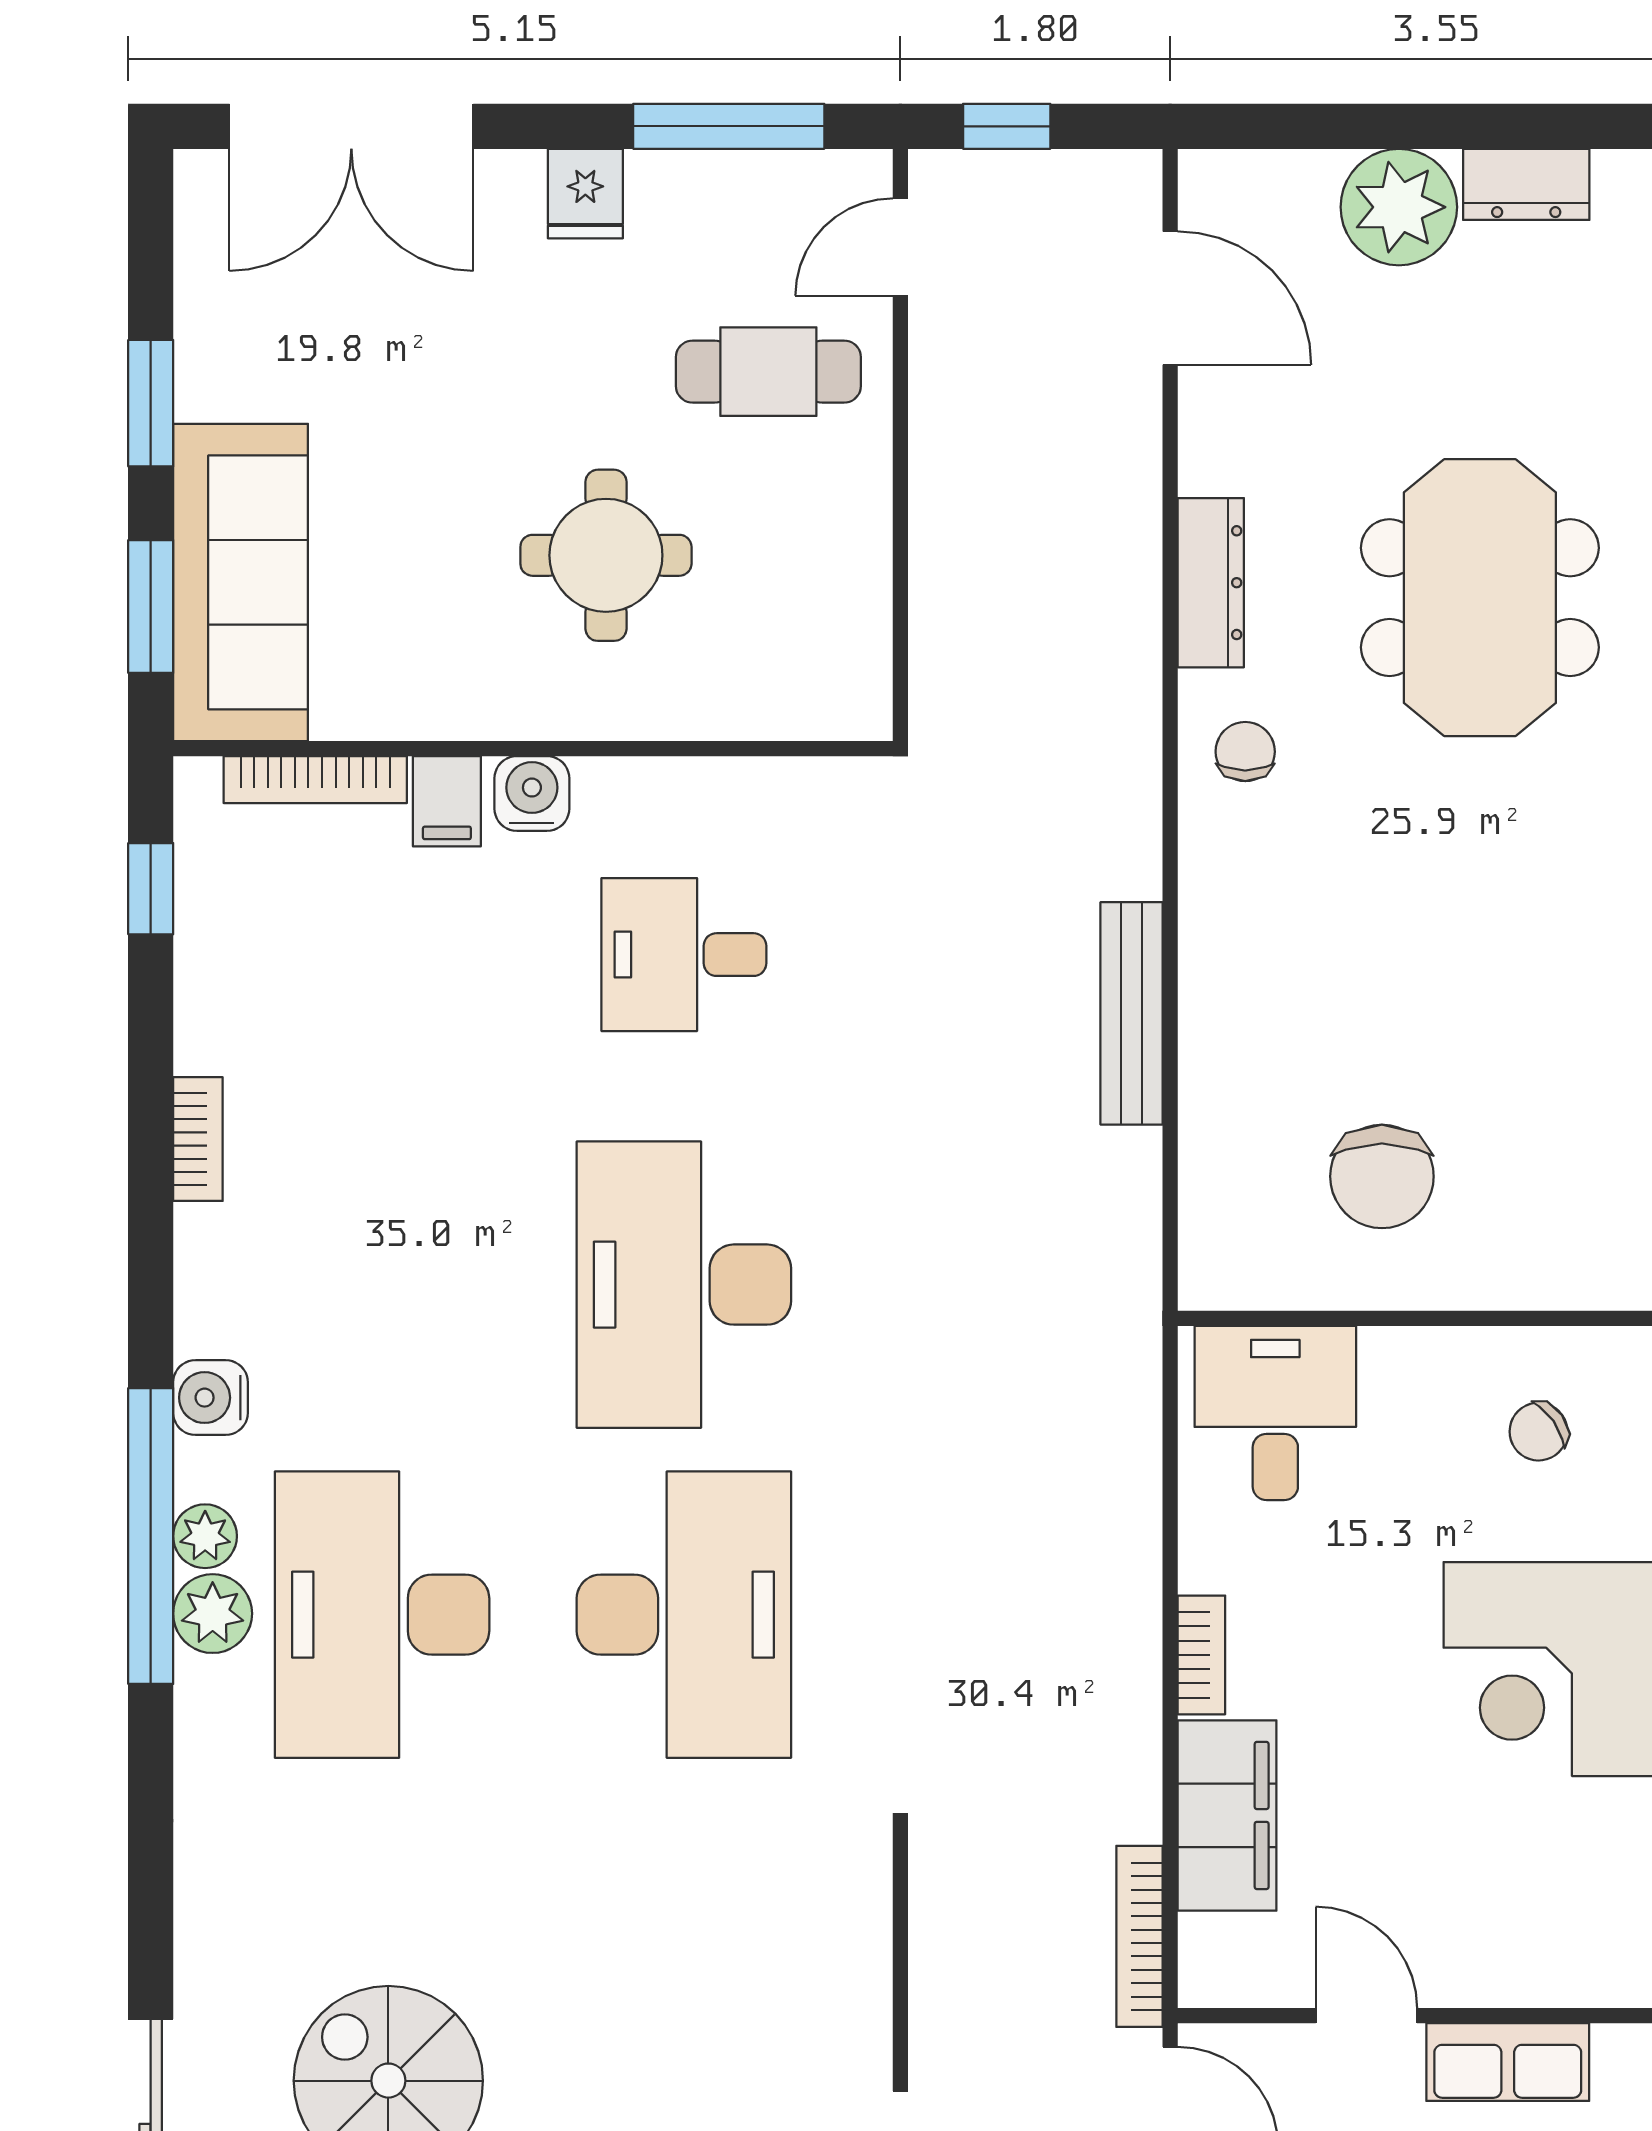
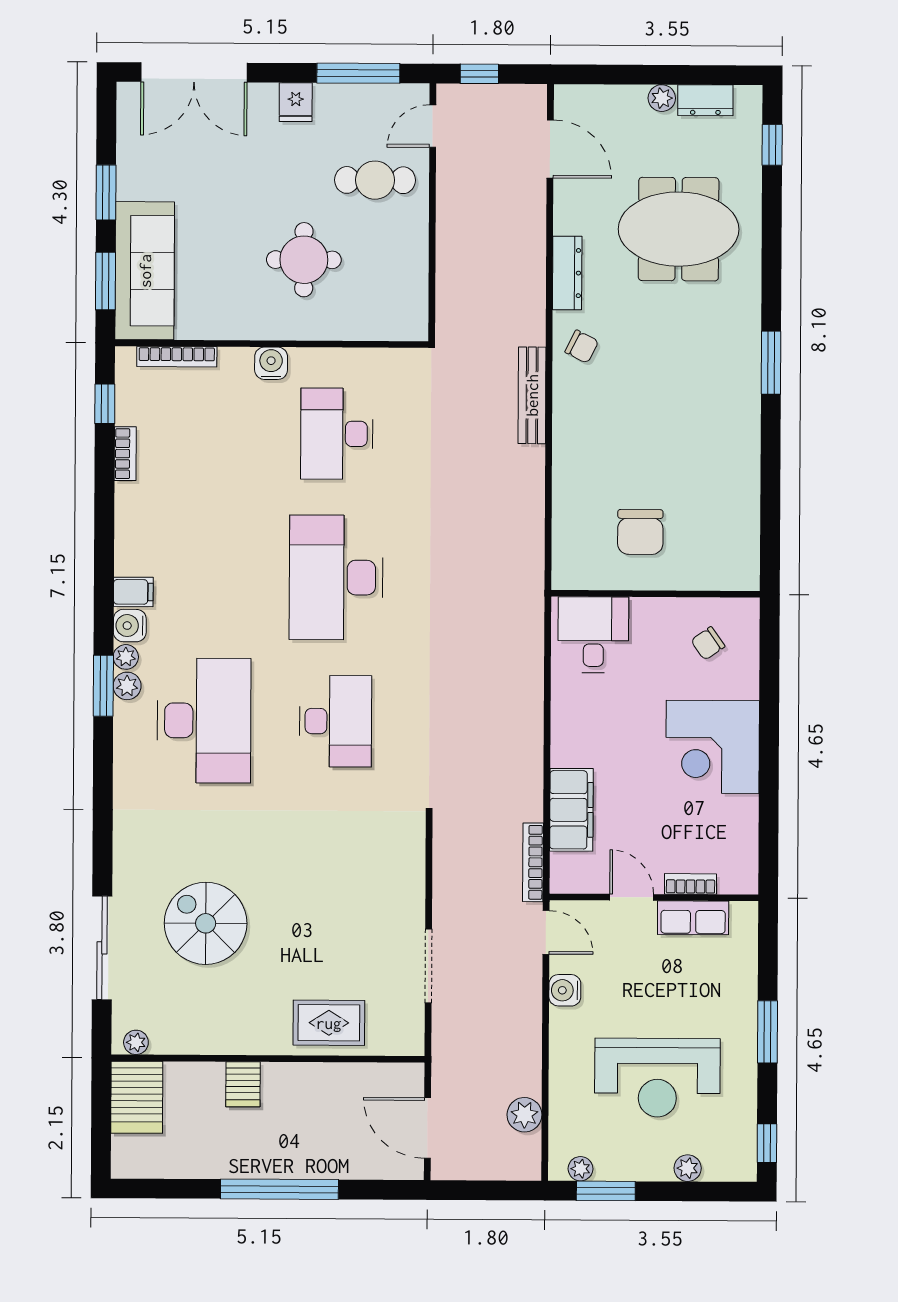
plant: (1399, 207) -> (662, 98), width x0.53, depth x0.53
meeting table: (1480, 598) -> (679, 229), moved, turned 90
chair: (1245, 752) -> (582, 347), turned 117
filing cabinet: (447, 801) -> (133, 592), moved, turned -90
desk: (684, 955) -> (337, 434), width x1.37
bench: (1132, 1013) -> (532, 395), moved
bookcase: (198, 1139) -> (125, 454), moved
window: (151, 1536) -> (103, 686), width x0.47
plant: (213, 1614) -> (126, 657), moved, width x0.73, depth x0.73
desk: (382, 1615) -> (204, 720), turned 180
desk: (684, 1615) -> (335, 721), width x0.73, depth x0.77
bookcase: (1201, 1655) -> (691, 884), moved, turned -90

